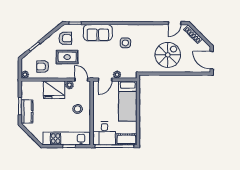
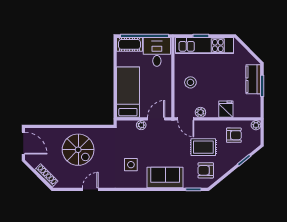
door: (175, 23) -> (90, 189), moved
spiral stairs: (168, 55) -> (78, 150), turned -90
fridge: (54, 90) -> (226, 109), width x0.53, depth x0.75

